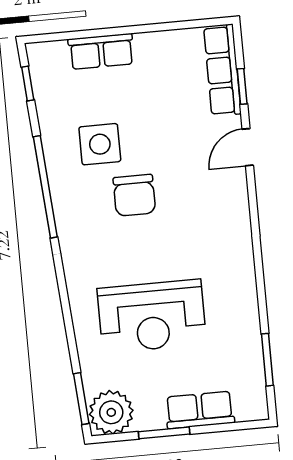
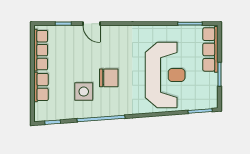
row of seats: (222, 70) -> (41, 50), moved, turned -90
reception desk: (152, 316) -> (165, 75), width x1.36, depth x1.30
row of seats: (200, 410) -> (210, 49), width x1.48
plant: (111, 412) -> (208, 98), removed

